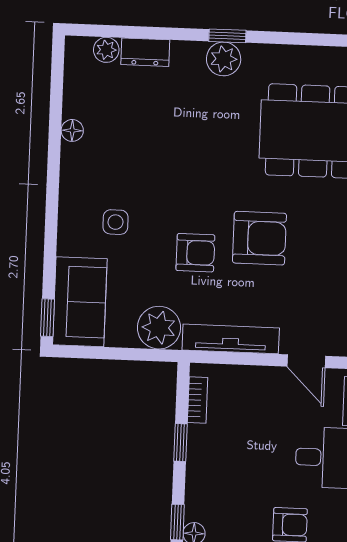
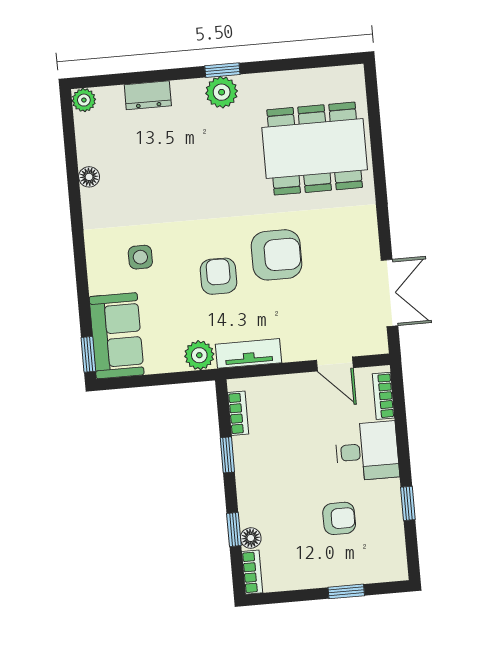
plant: (106, 50) -> (84, 100), moved
armchair: (195, 253) -> (218, 276), turned -90
plant: (159, 328) -> (199, 355), width x0.73, depth x0.73
tv unit: (231, 339) -> (249, 353), width x0.71

